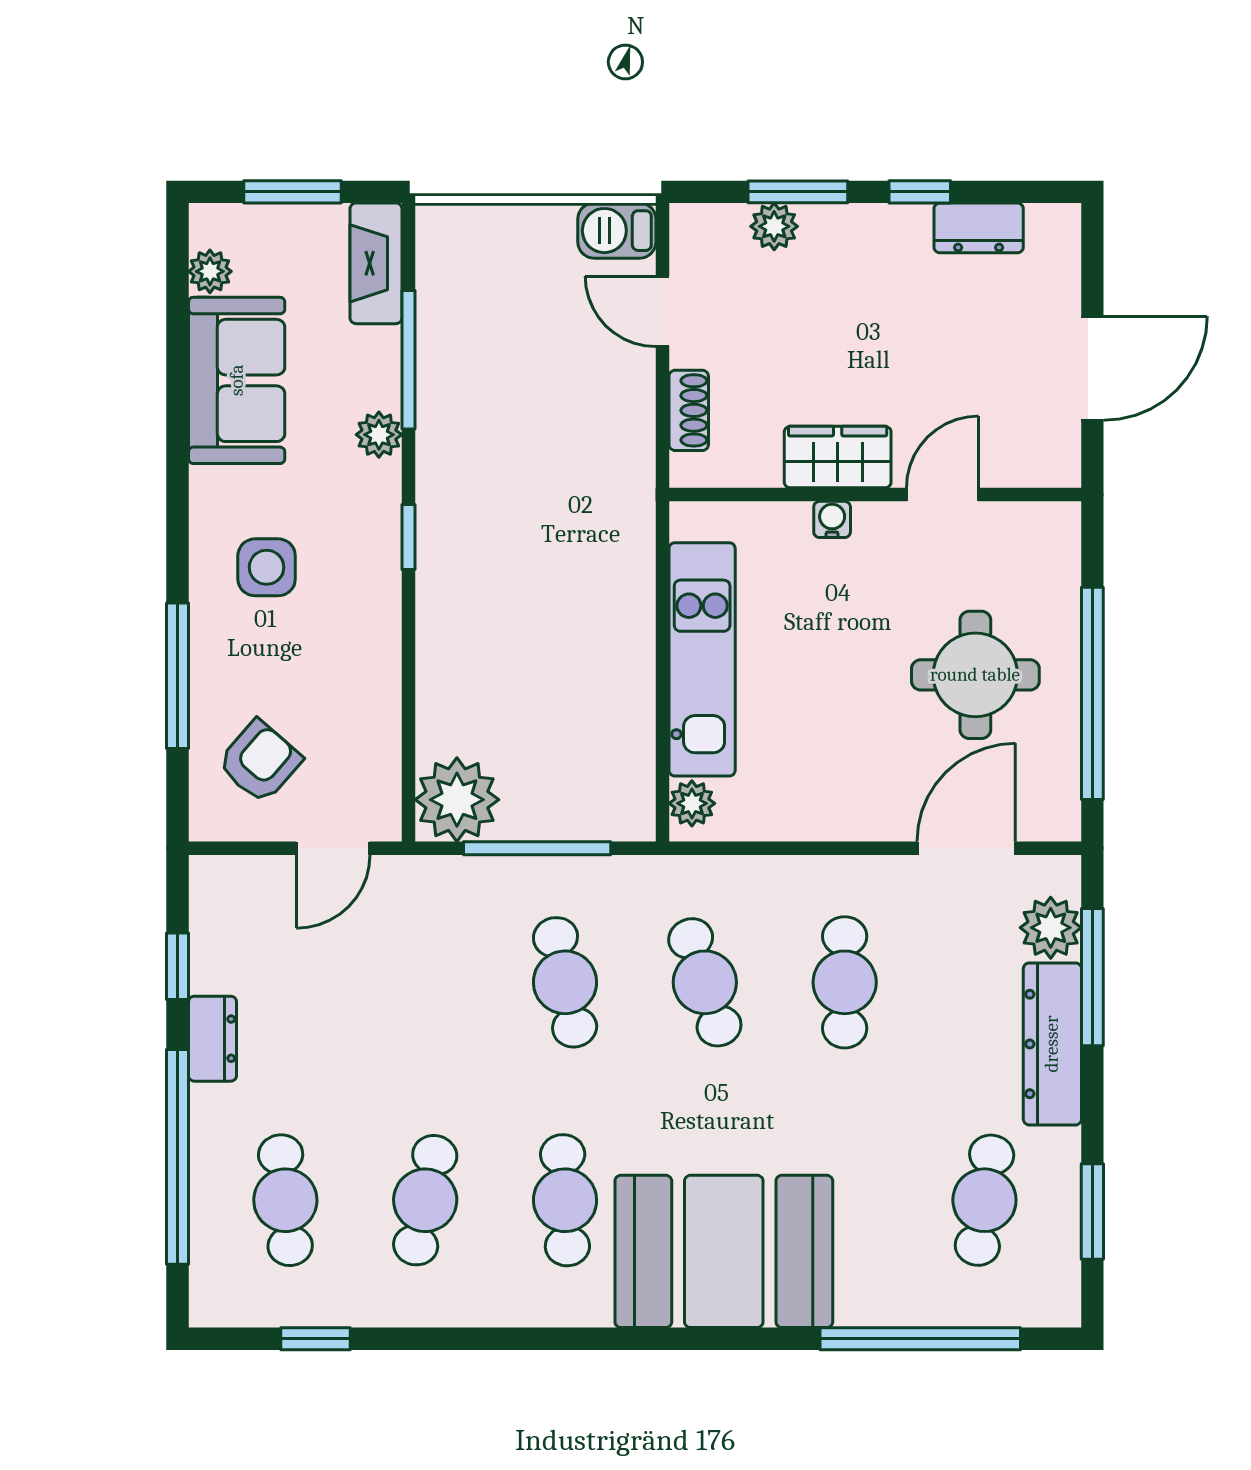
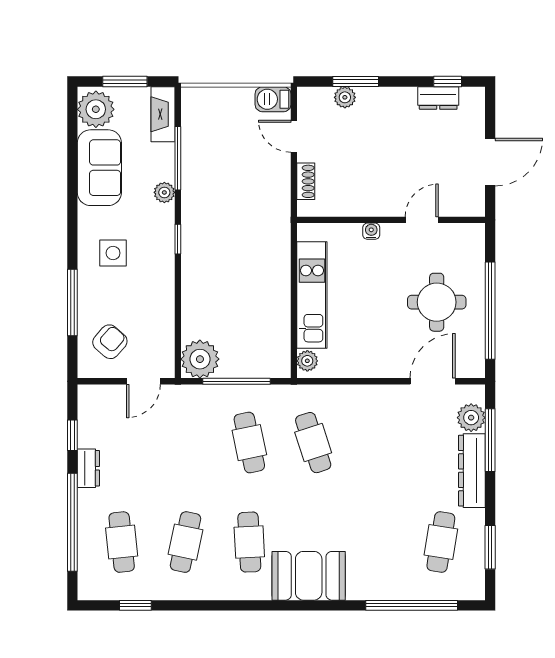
window: (920, 192) -> (448, 82), moved
plant: (210, 271) -> (96, 109), width x1.88, depth x1.88
wardrobe: (838, 457) -> (374, 203), removed
cafe table: (845, 982) -> (377, 443), removed
booth: (724, 1251) -> (309, 576), width x0.73, depth x0.70

